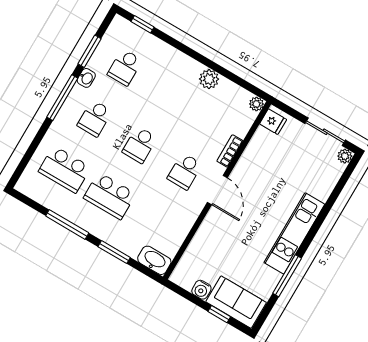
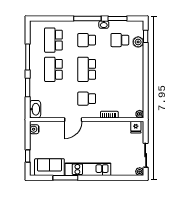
plant: (209, 79) -> (138, 42), moved
school desk: (140, 145) -> (87, 69), width x1.85
door: (217, 190) -> (73, 120), moved
water cooler: (201, 290) -> (34, 129), moved
sofa: (236, 302) -> (49, 167), moved, turned -90

